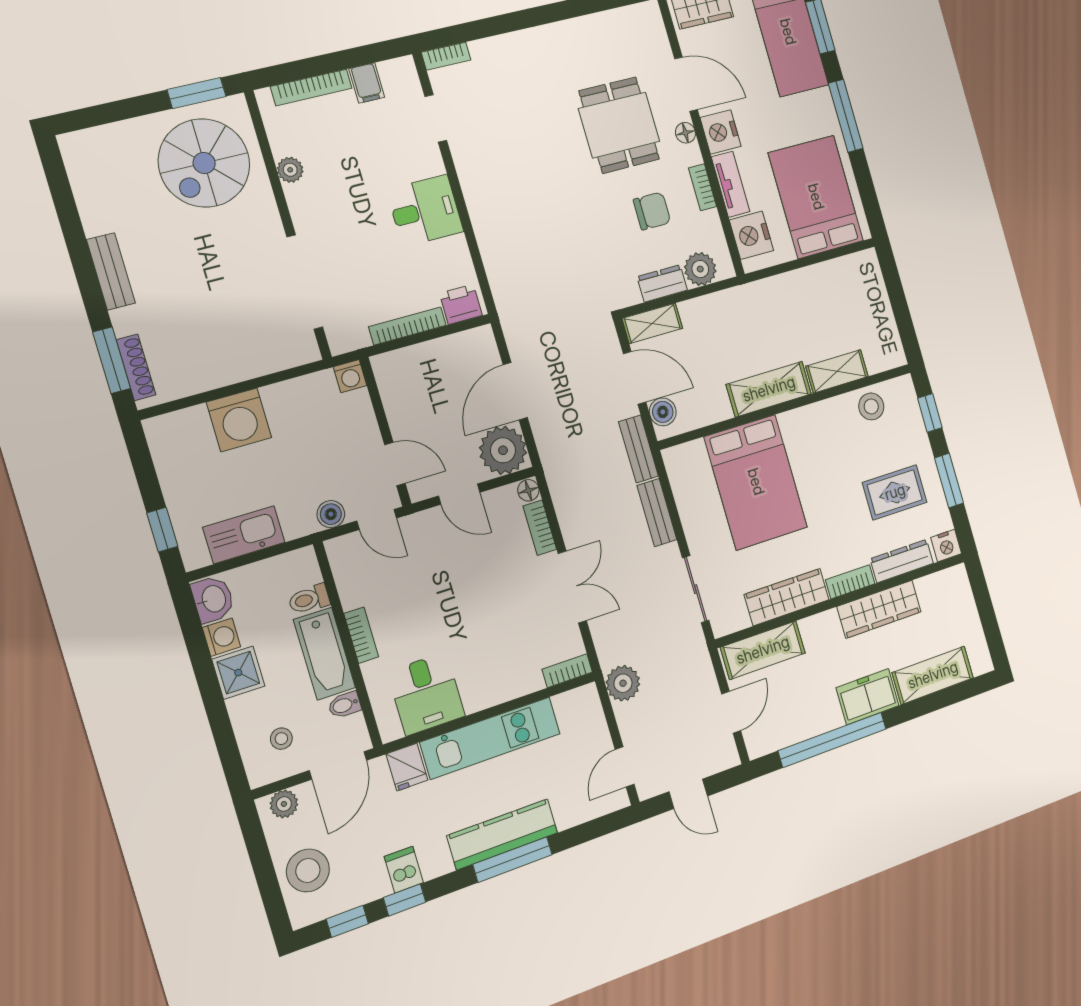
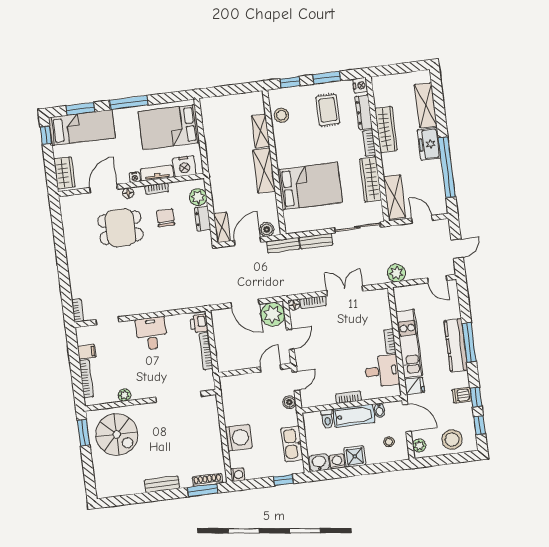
nightstand: (720, 132) -> (135, 177), width x0.53, depth x0.56
washing machine: (350, 376) -> (238, 475), moved
sliding door: (696, 589) -> (358, 227), width x1.37
bookcase: (567, 671) -> (390, 341), moved

